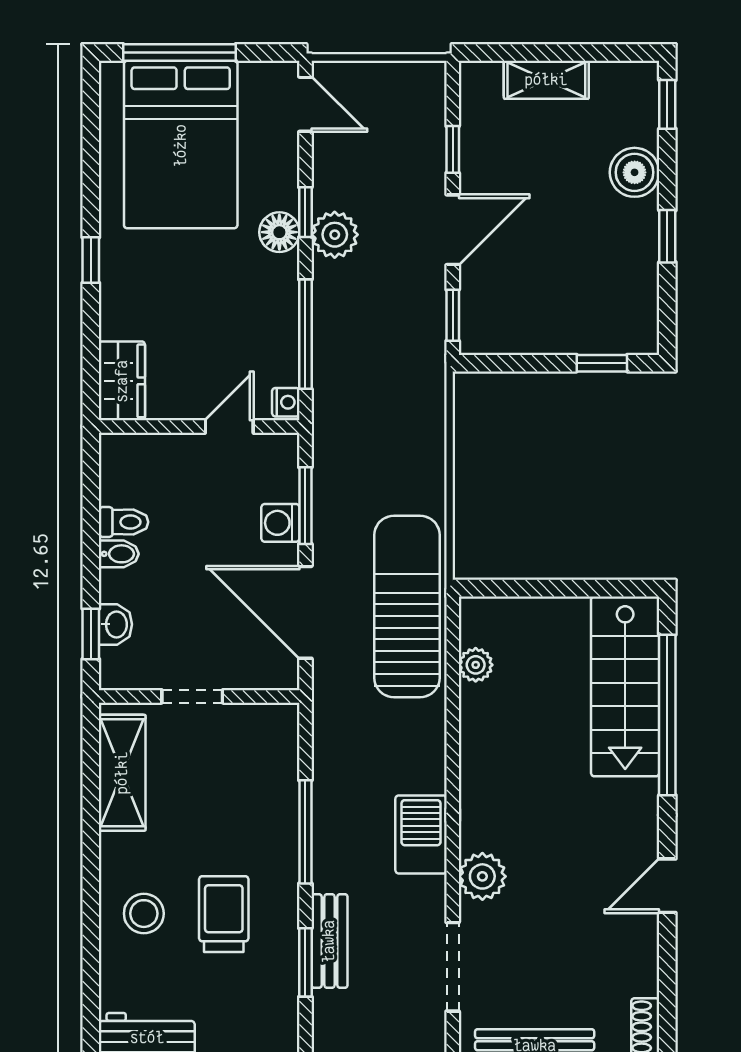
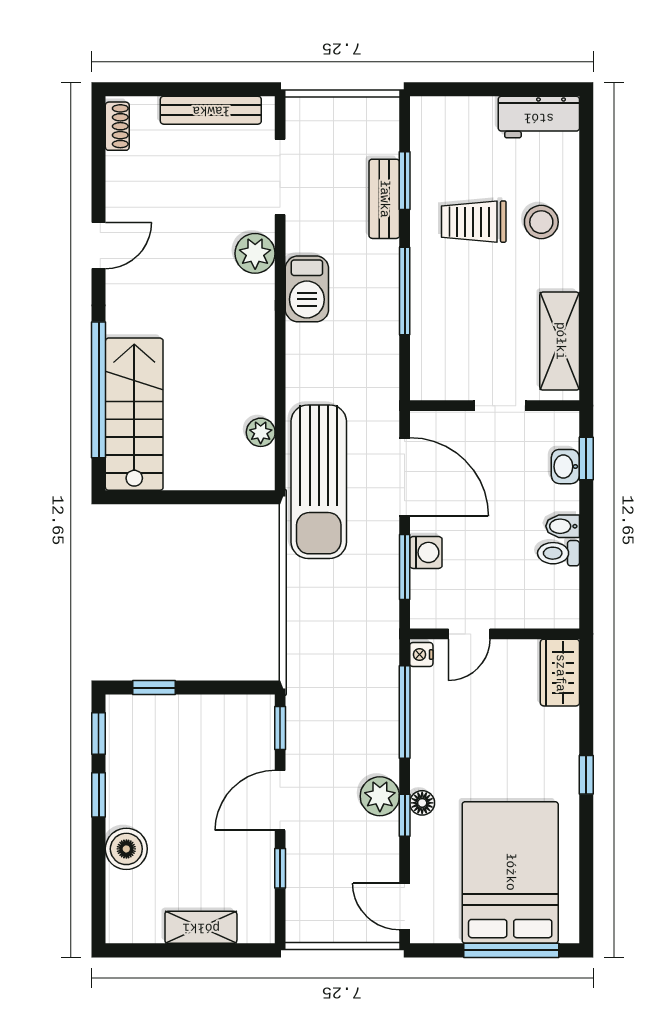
window: (667, 104) -> (99, 734), moved
floor lamp: (279, 232) -> (422, 803), width x0.73, depth x0.73
trolley: (224, 914) -> (474, 222), turned 90

